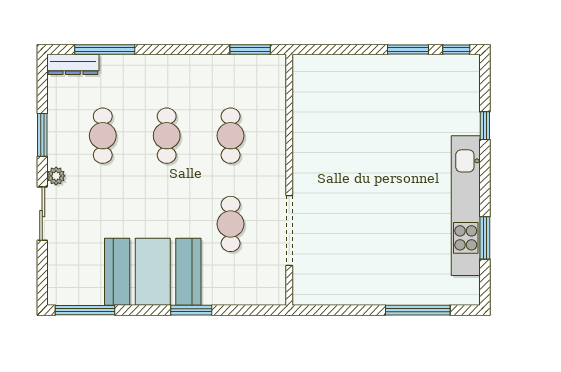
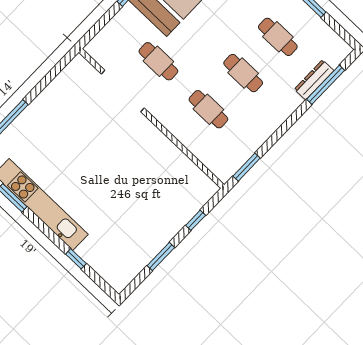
window: (456, 50) -> (196, 220), moved
dresser: (73, 64) -> (314, 80), moved

